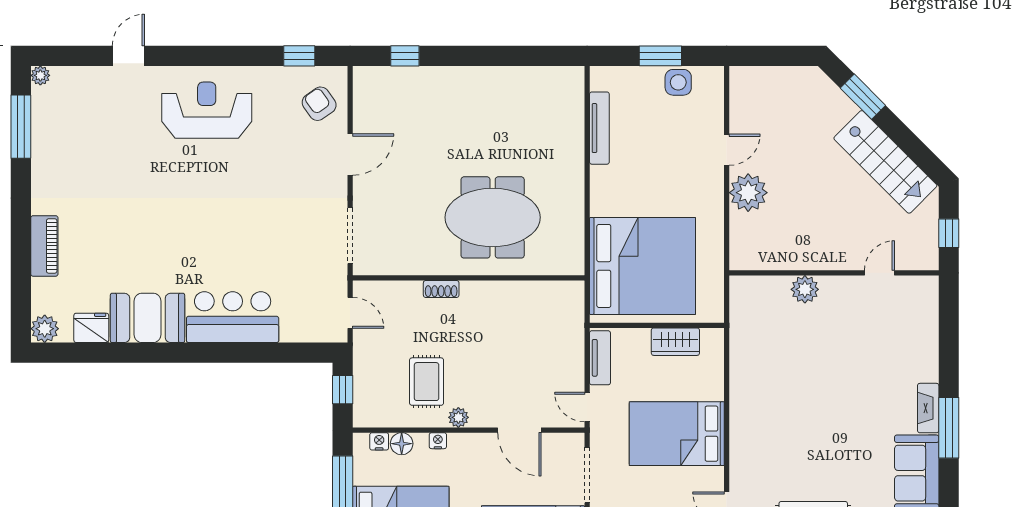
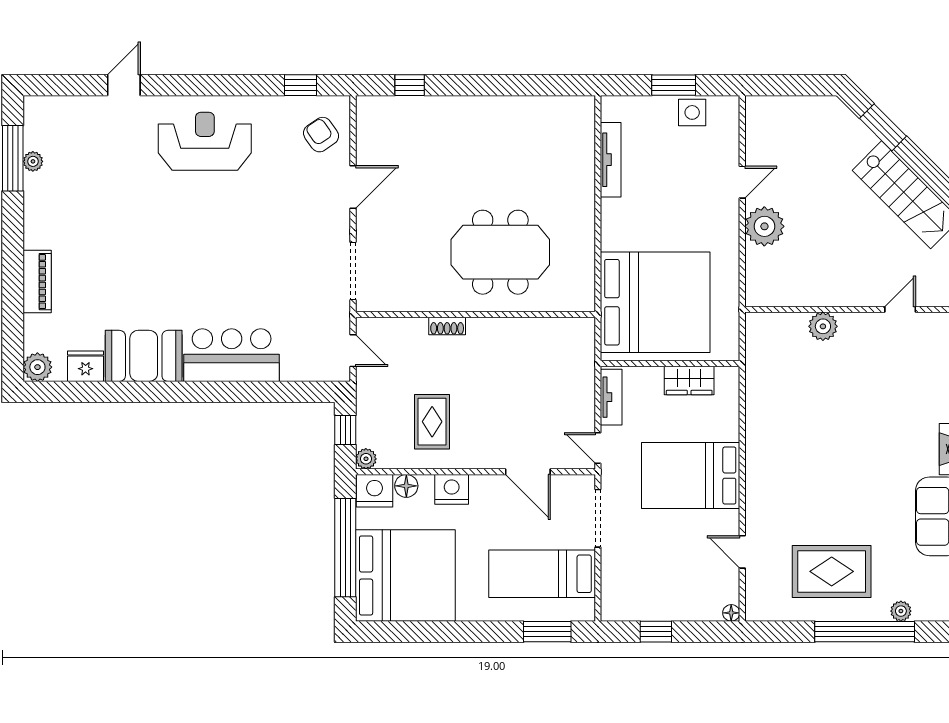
plant: (40, 75) -> (33, 161), moved
plant: (458, 417) -> (366, 459), moved
nightstand: (379, 441) -> (374, 491), width x1.89, depth x1.79
nightstand: (438, 441) -> (452, 489), width x1.89, depth x1.79

